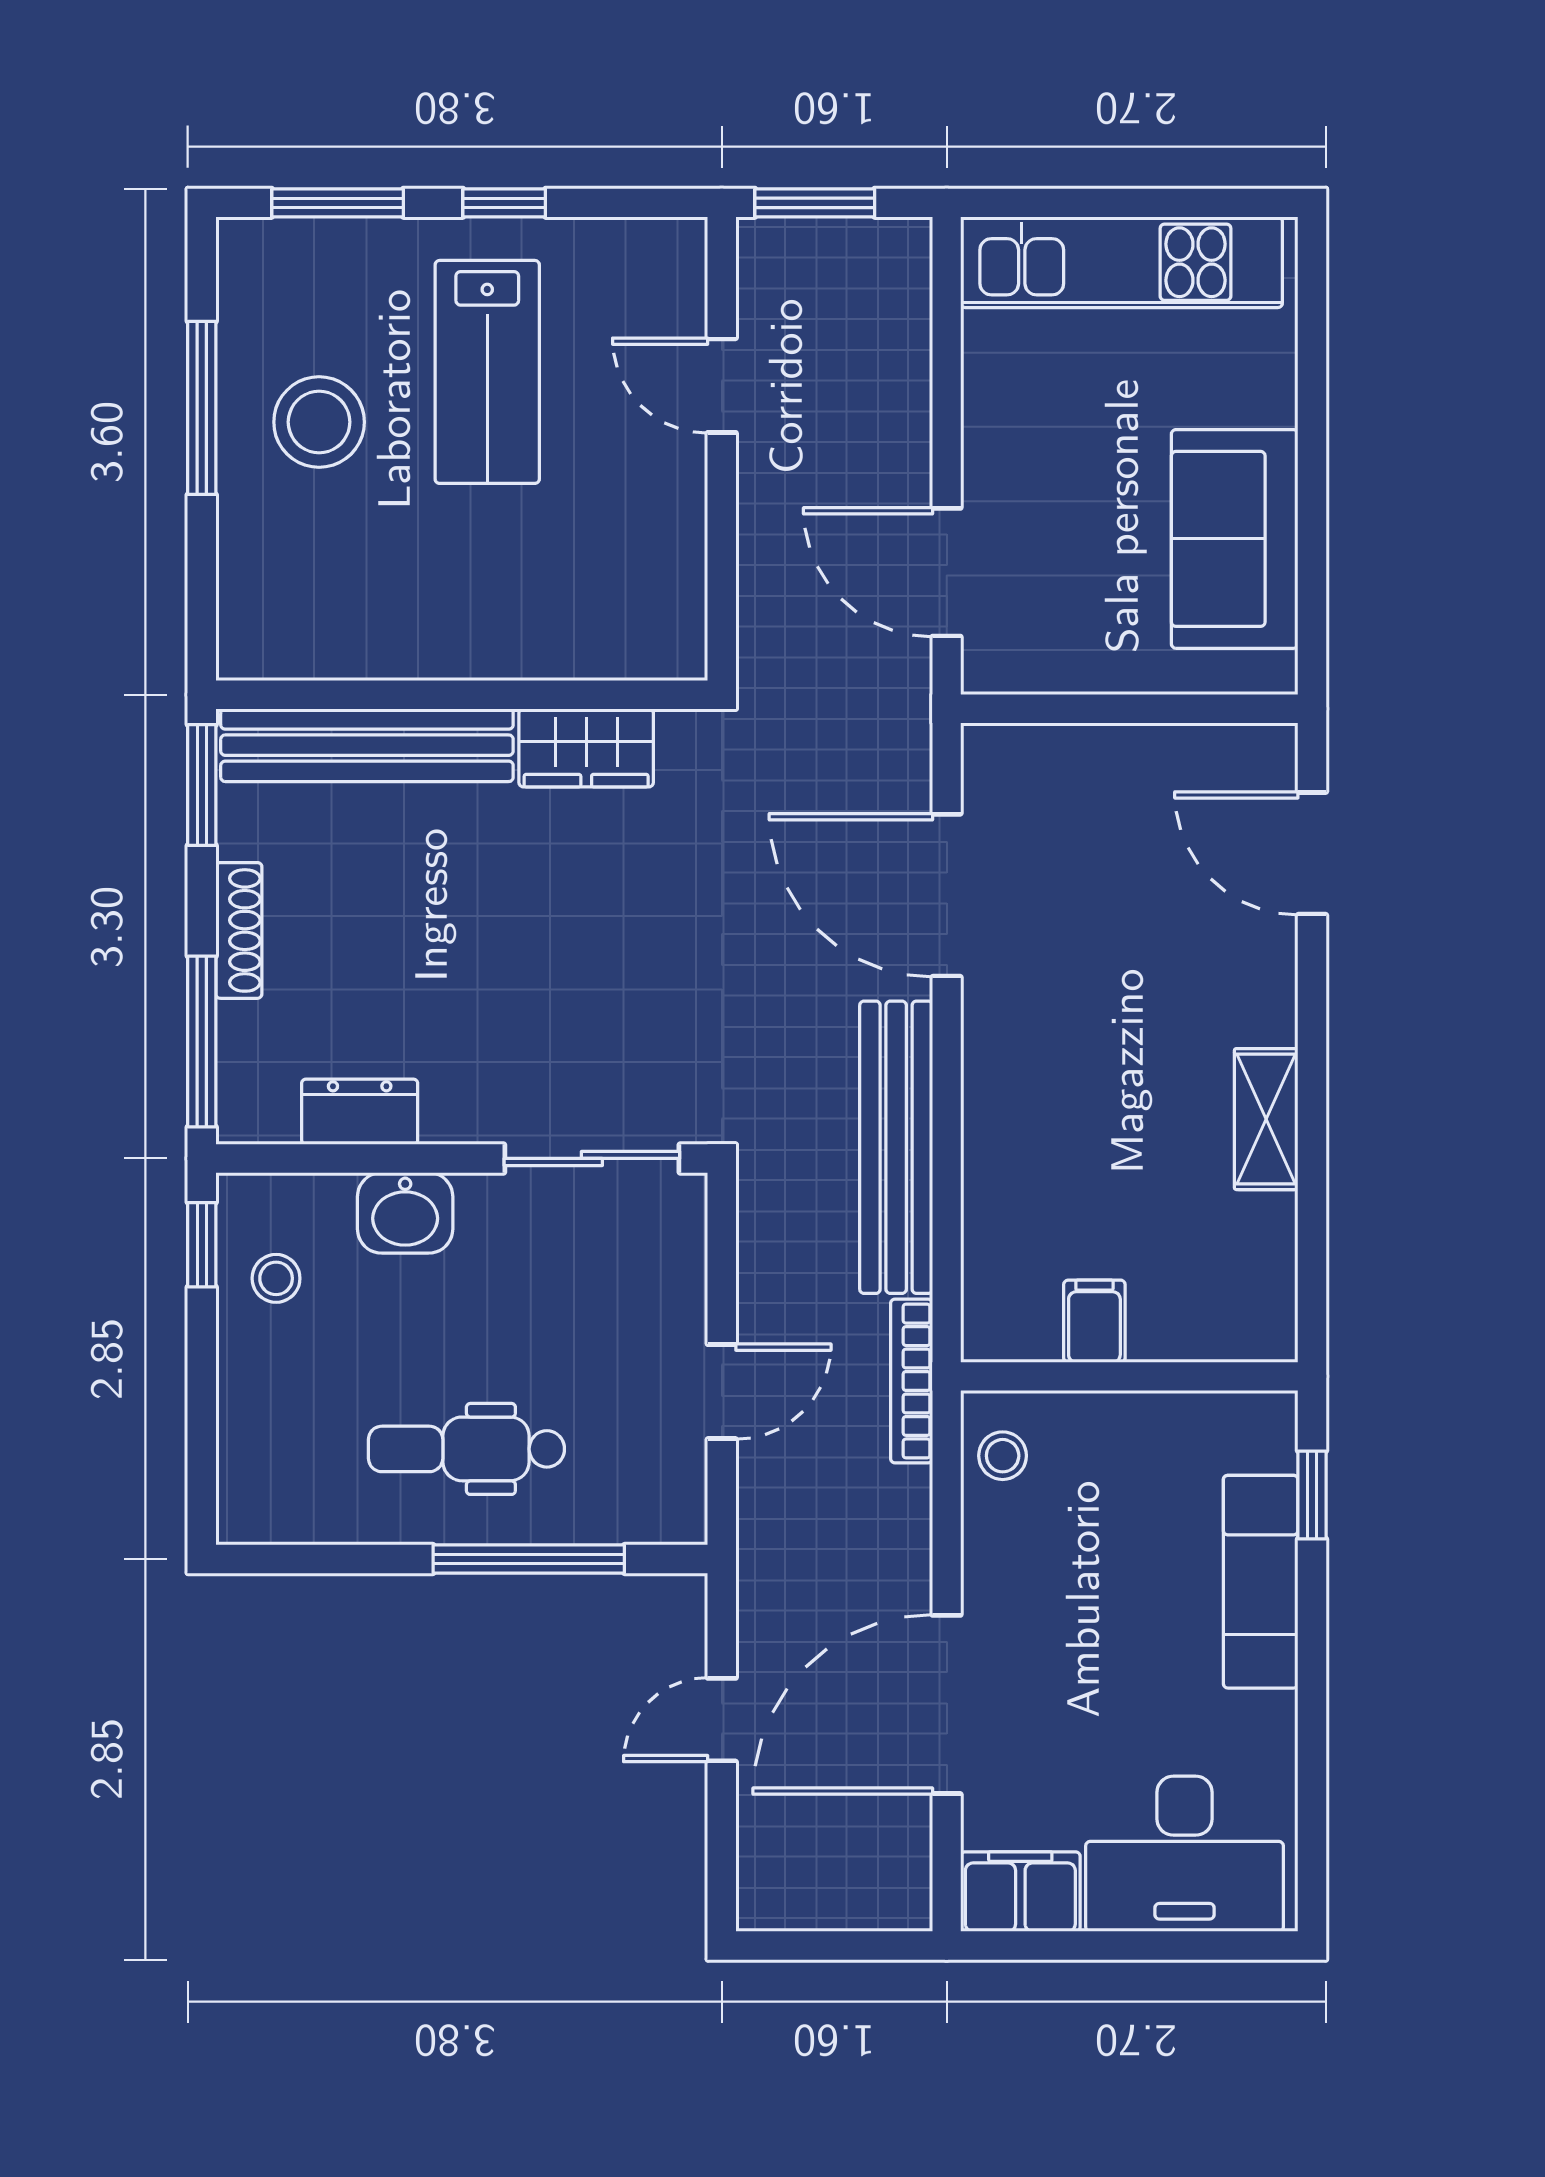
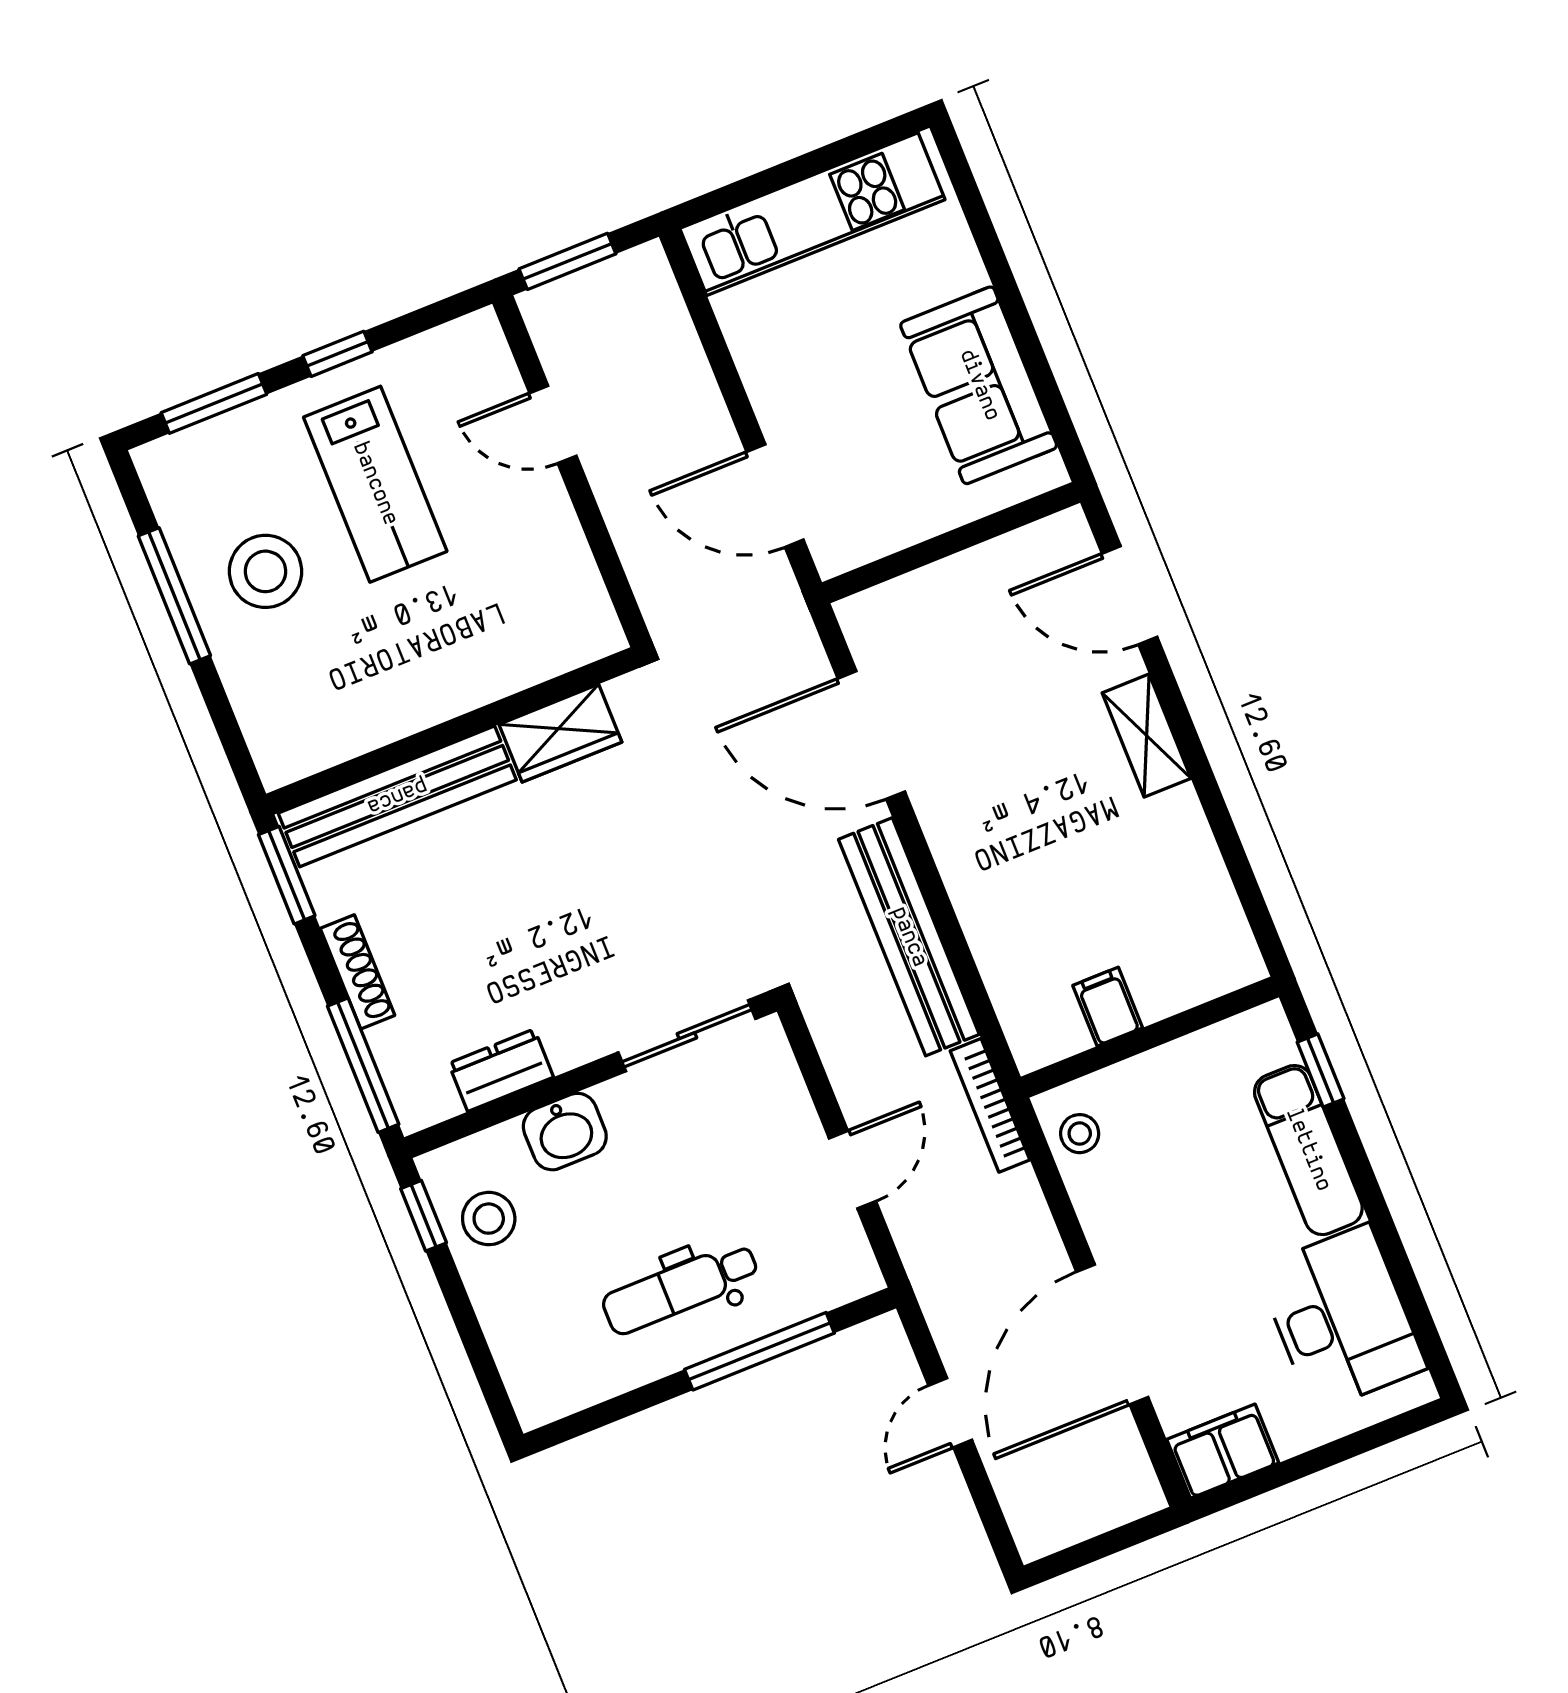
shelving: (1266, 1119) -> (1147, 736), moved
stool: (276, 1278) -> (489, 1219), width x1.37, depth x1.37
desk: (1185, 1854) -> (1341, 1318), moved, turned -90

